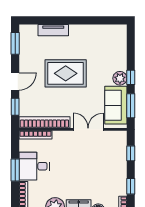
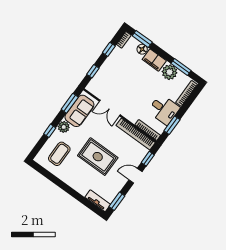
tv unit: (53, 30) -> (98, 201), moved
coffee table: (105, 49) -> (59, 154), added
window: (131, 77) -> (50, 131), moved
window: (15, 170) -> (172, 125), moved

